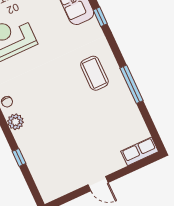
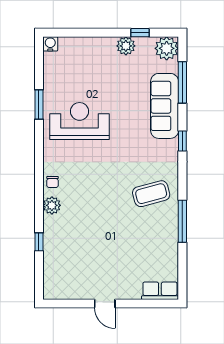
coffee table: (94, 73) -> (151, 194), turned 75

